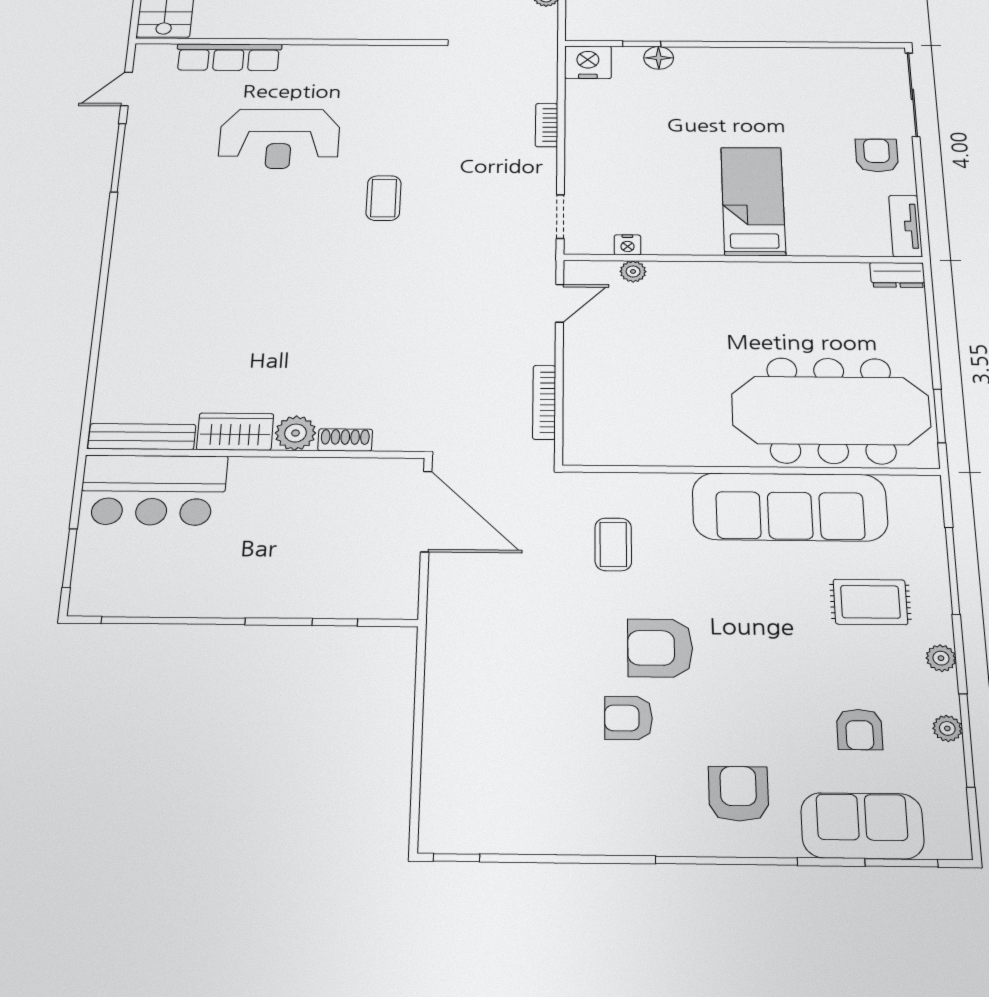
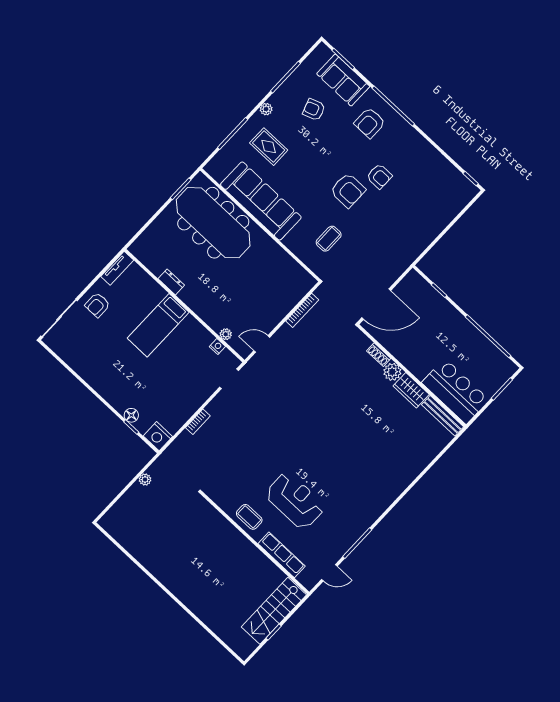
coffee table: (384, 198) -> (249, 517), moved, turned 90
dresser: (897, 275) -> (171, 282), moved
door: (426, 511) -> (376, 304), swing flipped
plant: (947, 728) -> (288, 86), removed
armchair: (859, 729) -> (314, 110), turned -109

